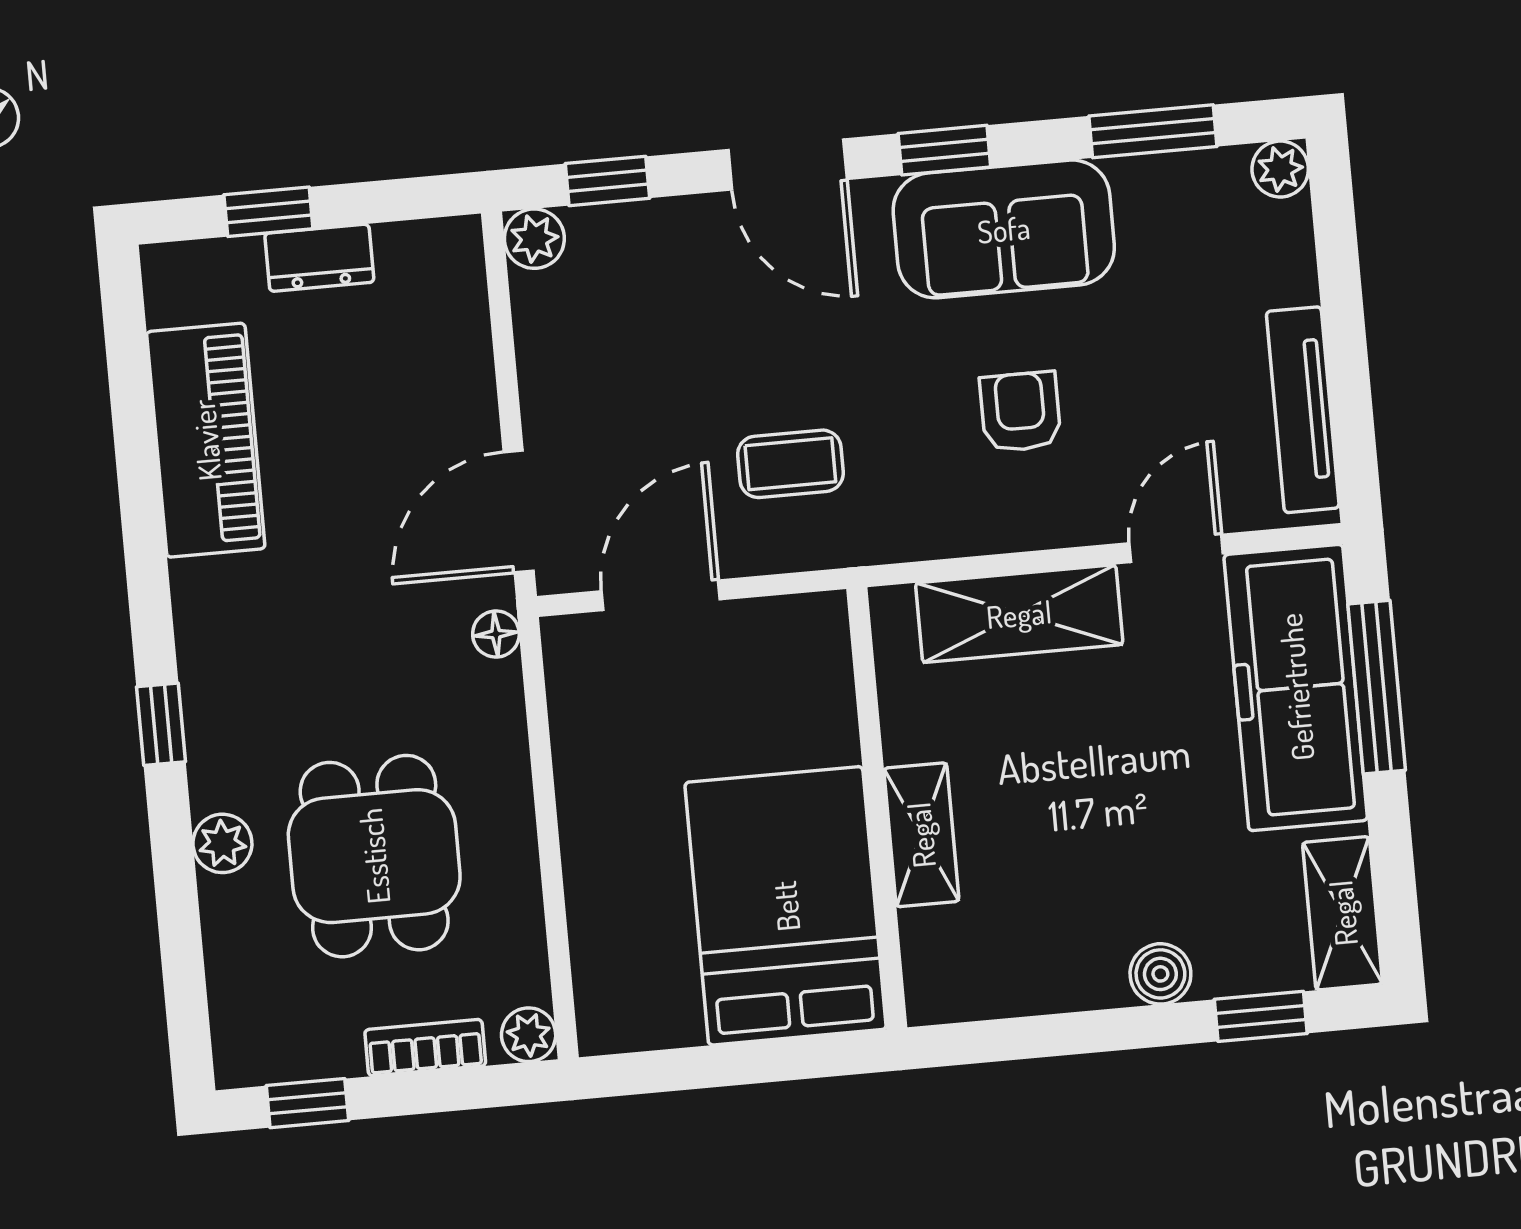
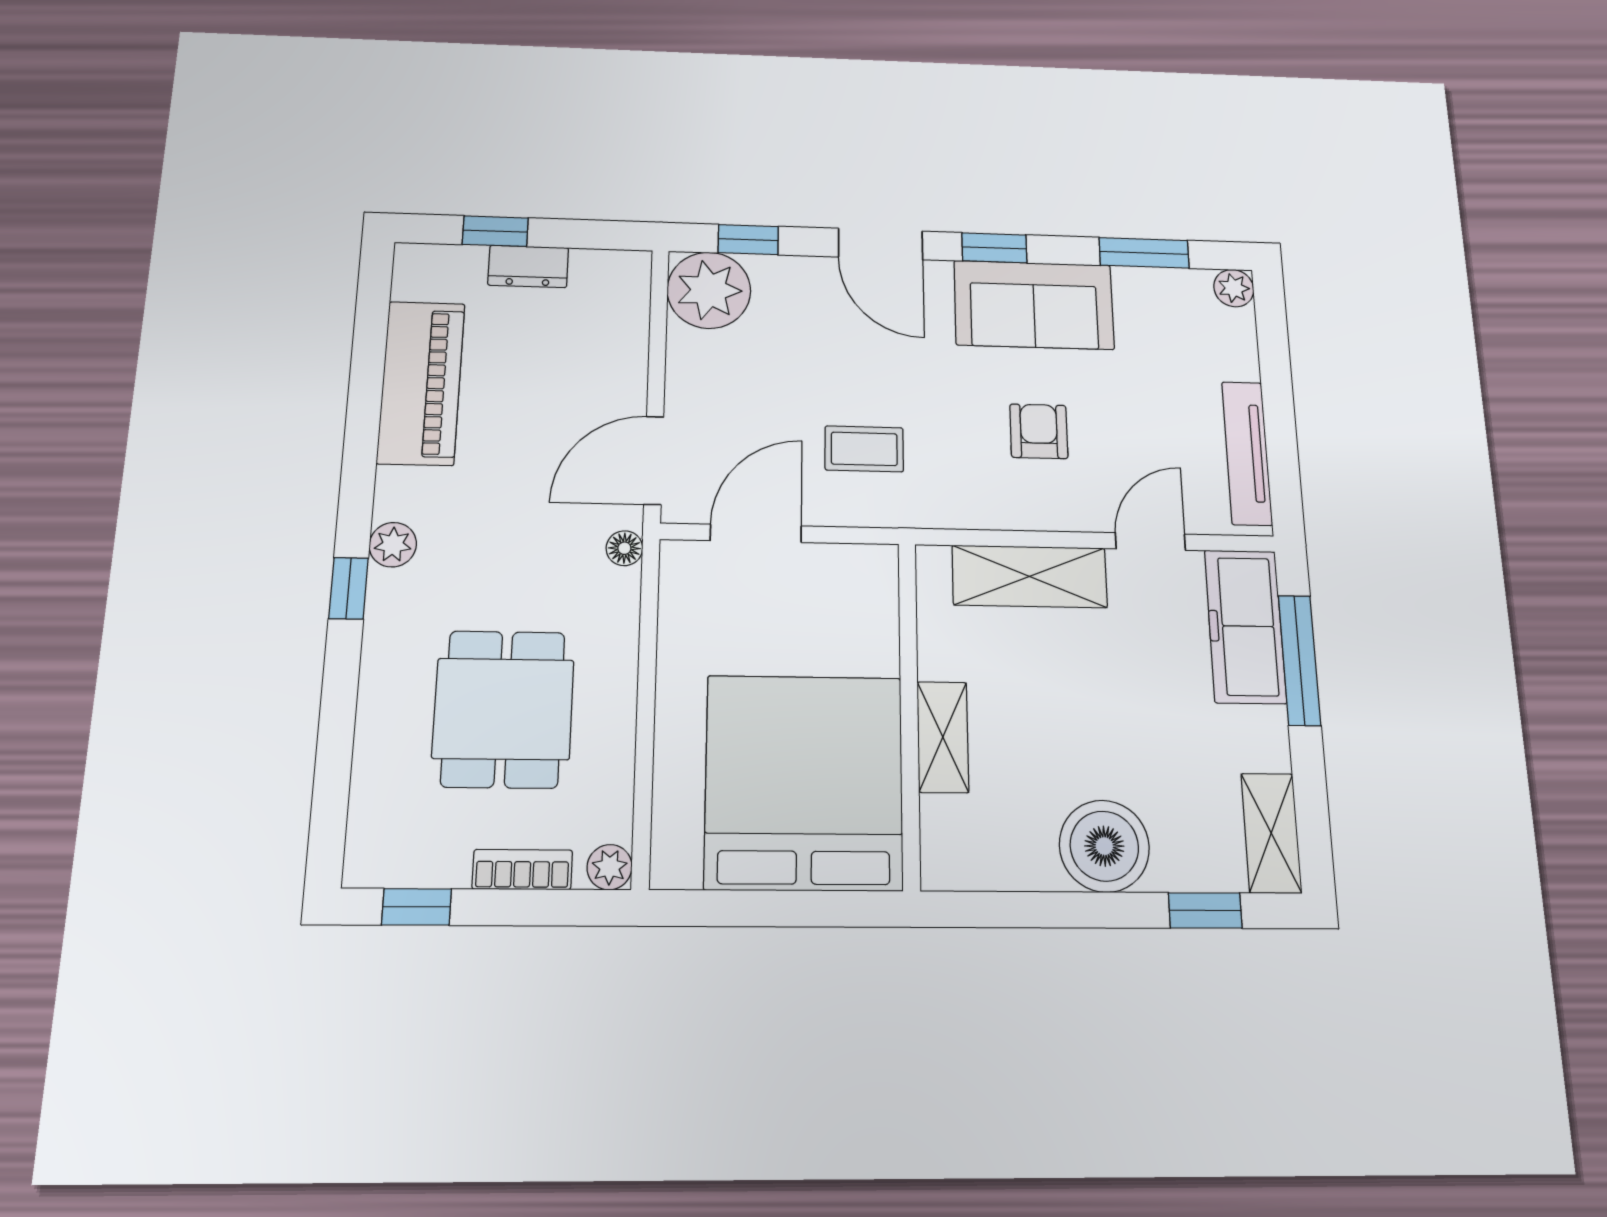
plant: (534, 239) -> (709, 290), width x1.88, depth x1.88
freezer: (1296, 687) -> (1245, 626), width x0.73, depth x0.79
plant: (222, 843) -> (393, 545), moved
bed: (786, 906) -> (804, 782), width x1.36
boiler: (1160, 974) -> (1104, 846), width x1.86, depth x1.86

